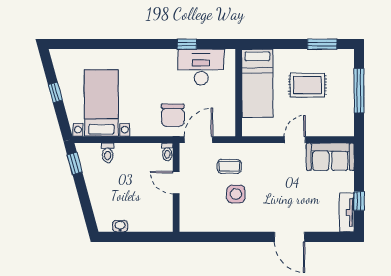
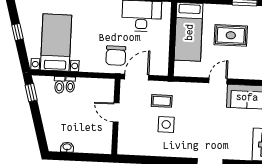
toilet: (167, 152) -> (70, 85), moved

